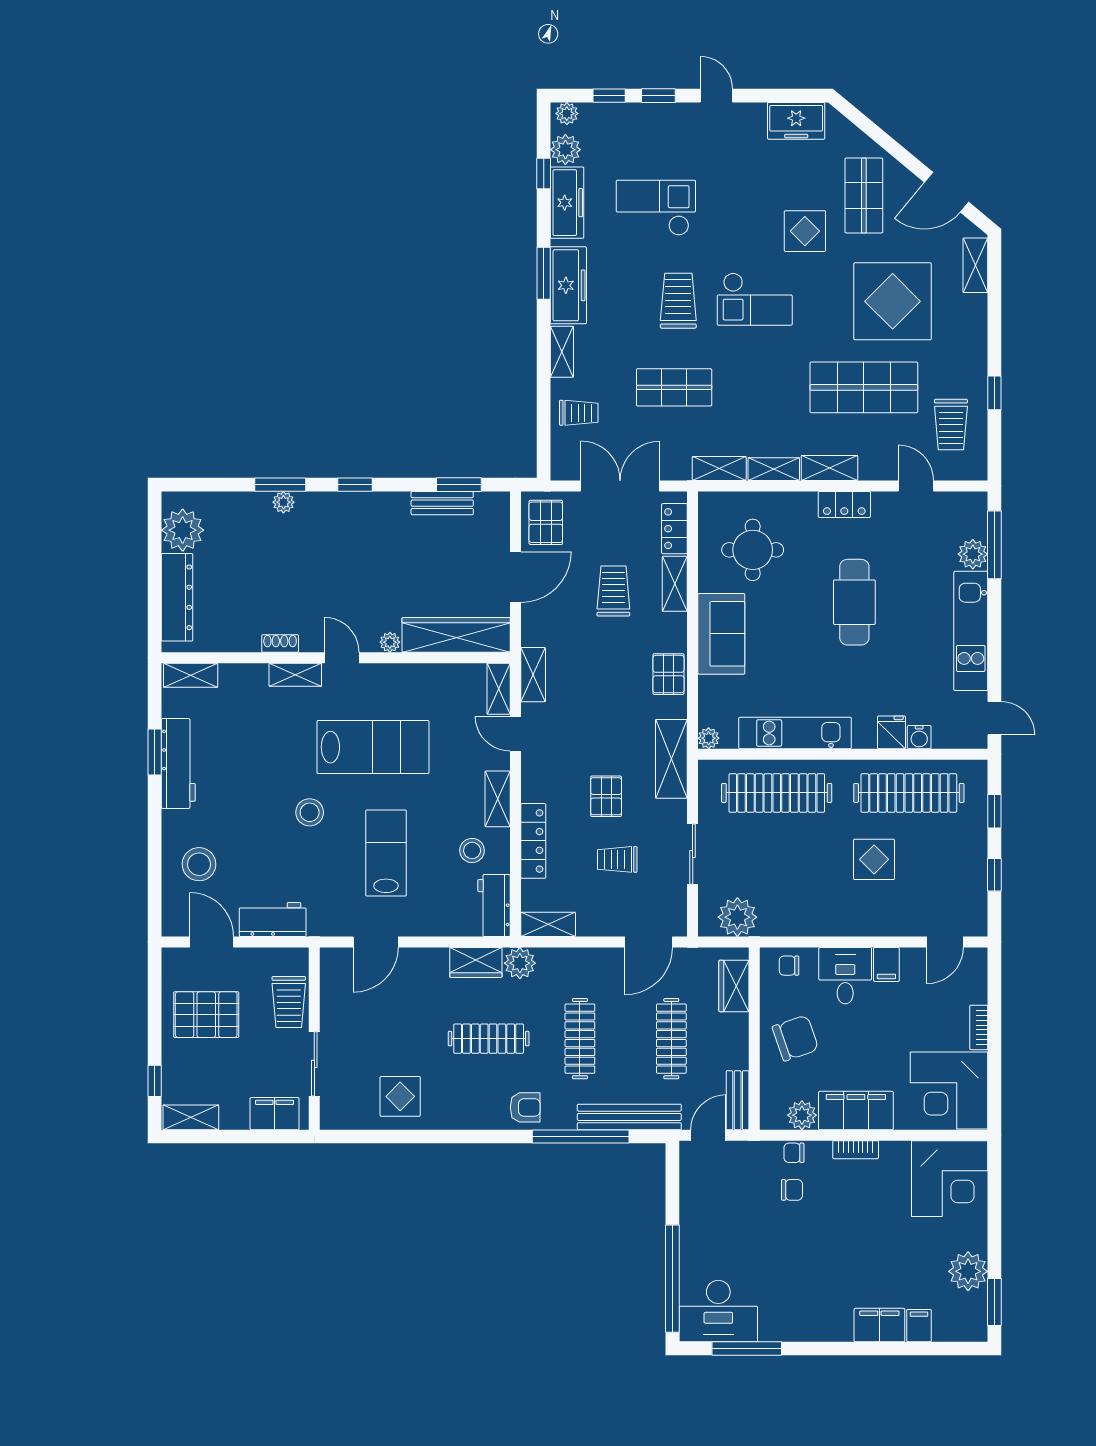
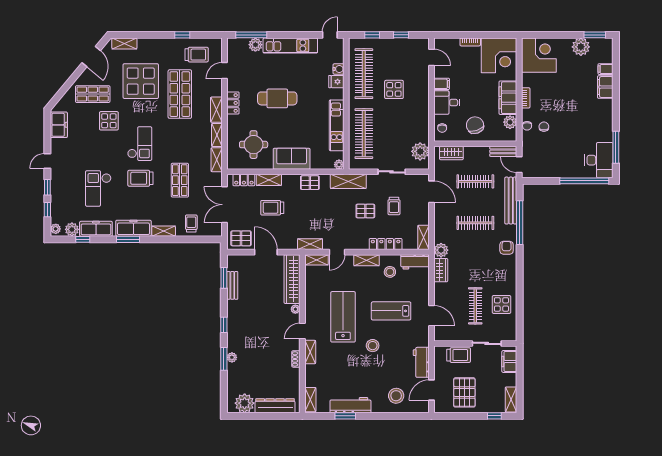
clothes rail: (489, 1039) -> (475, 306), moved

